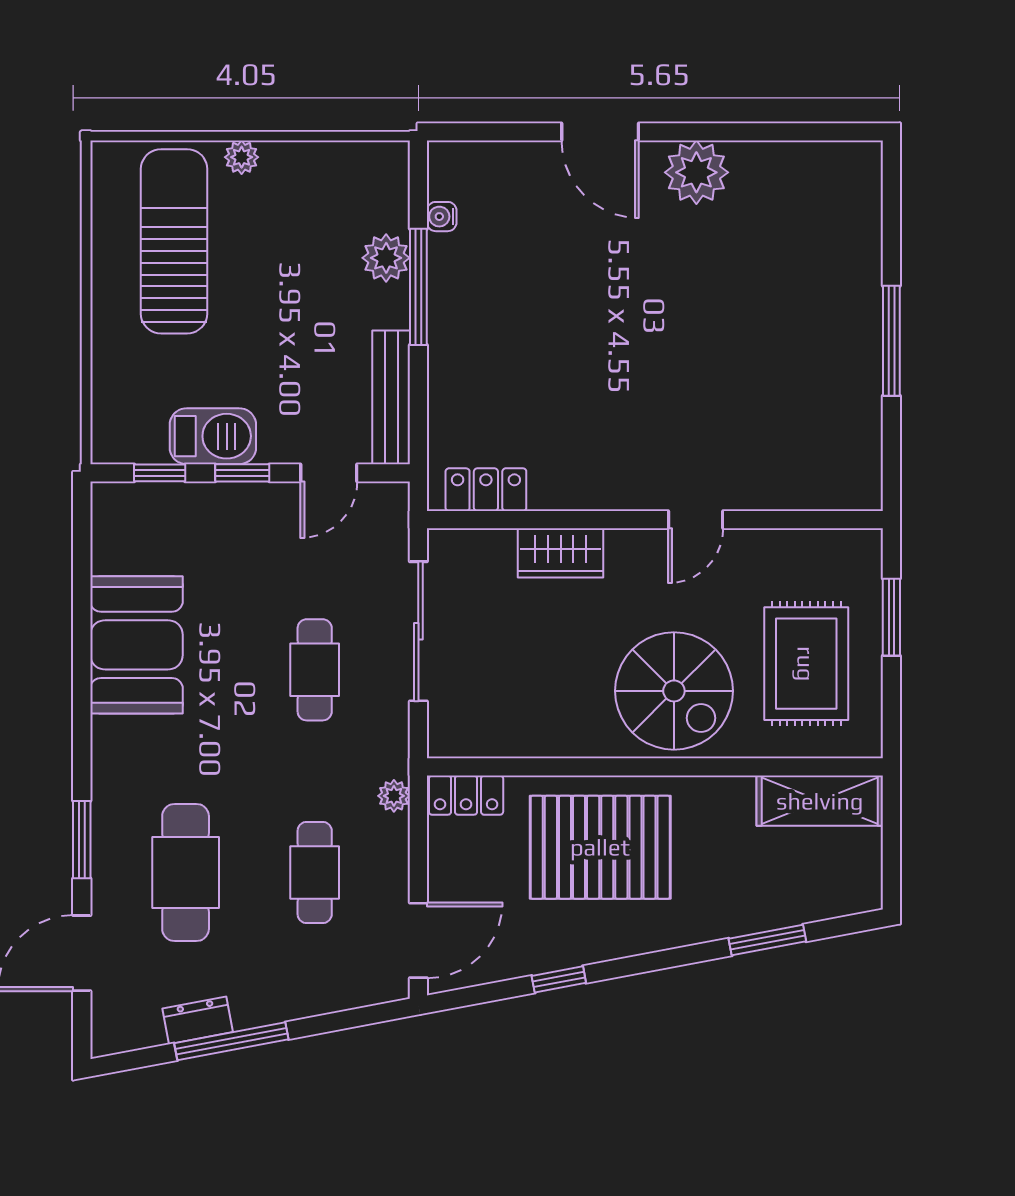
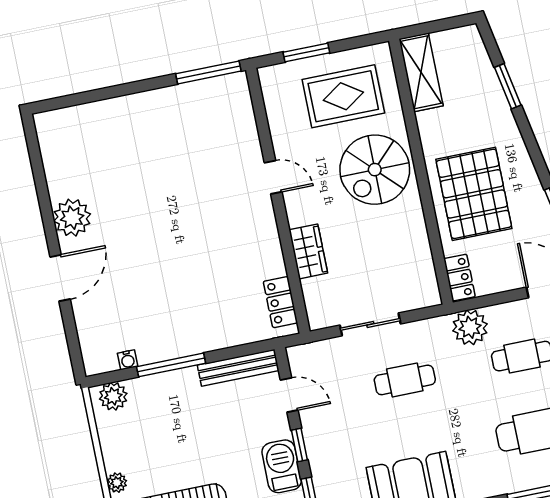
plant: (386, 258) -> (113, 396), moved
window: (891, 341) -> (208, 72), moved
sliding door: (418, 631) -> (370, 324), width x0.73
spiral stairs: (674, 691) -> (375, 170), turned 180
plant: (394, 796) -> (470, 327), width x1.87, depth x1.87

